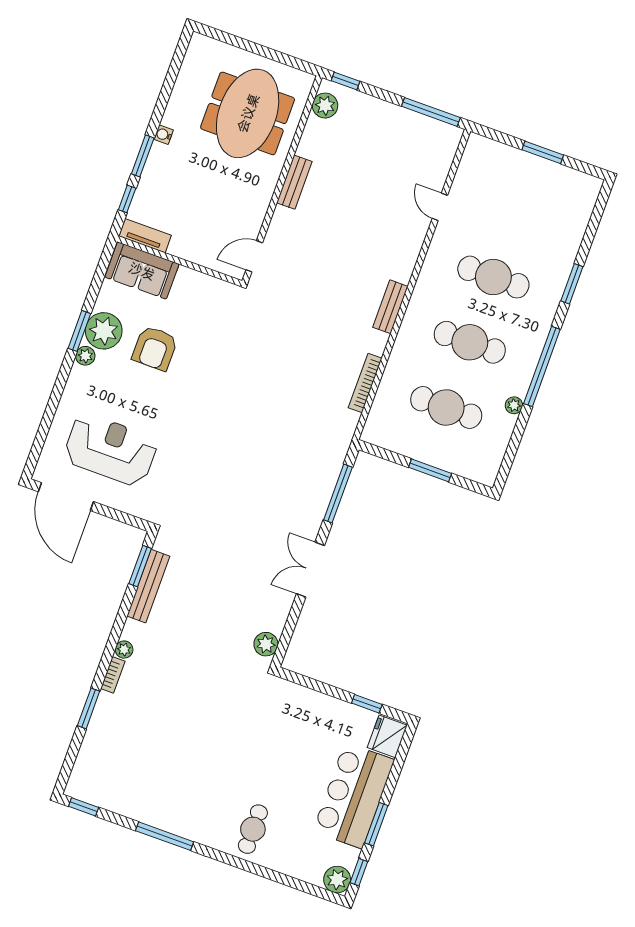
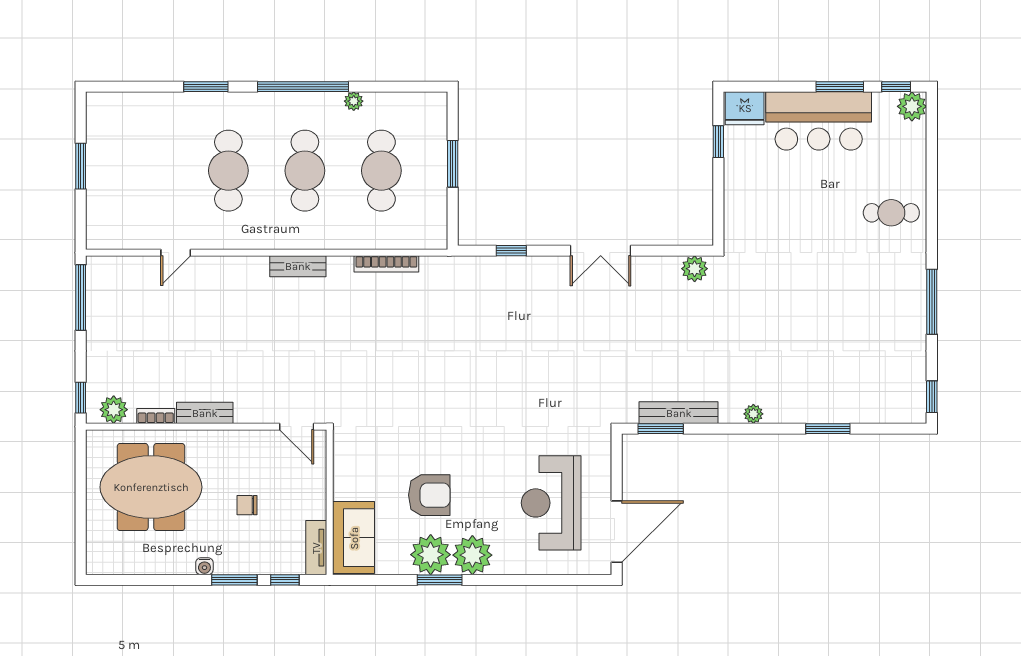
chair: (202, 190) -> (247, 505), added
plant: (85, 356) -> (472, 555), width x1.87, depth x1.87
window: (338, 494) -> (511, 251), width x0.46
bookcase: (113, 675) -> (156, 416), moved

